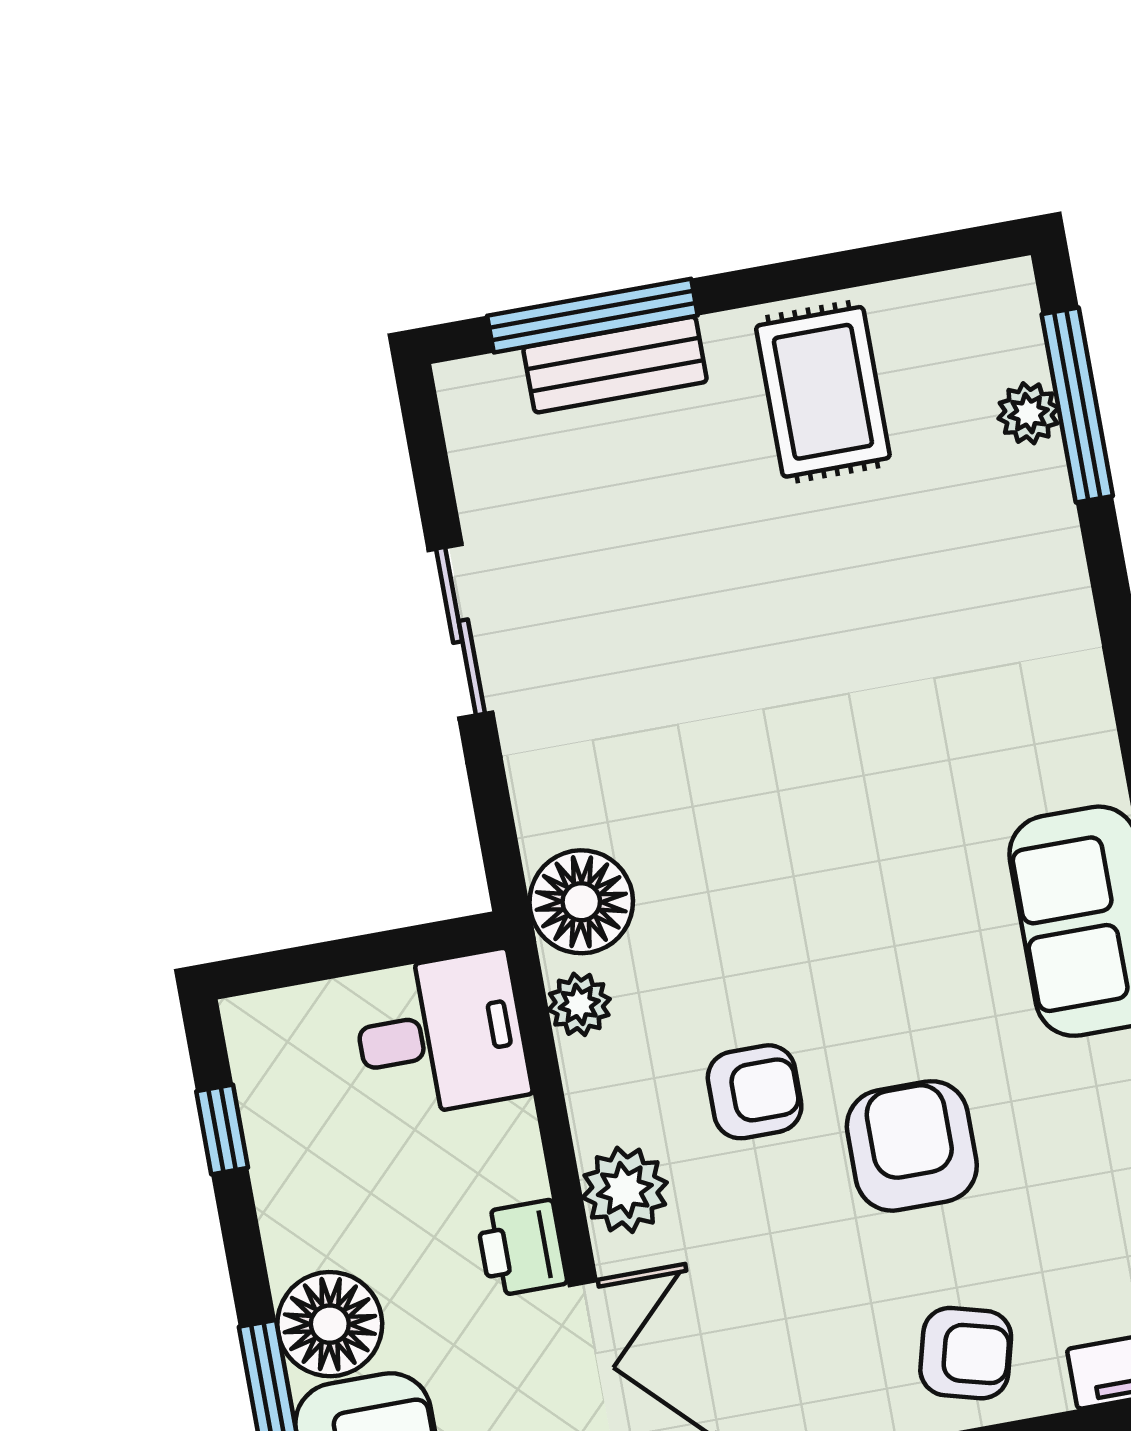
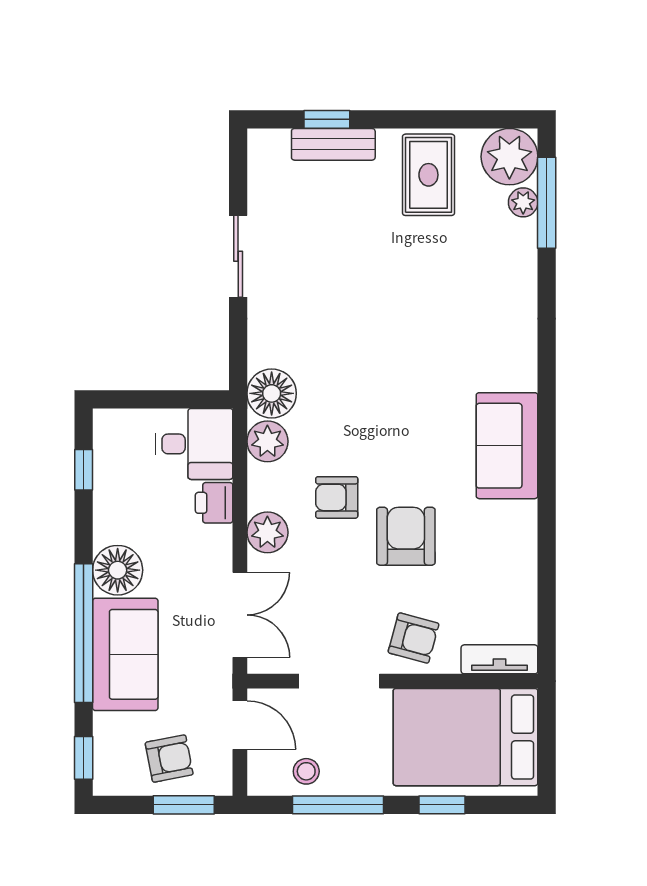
window: (592, 316) -> (327, 119), width x0.46
plant: (983, 324) -> (509, 157), added
plant: (579, 1004) -> (267, 441), width x1.38, depth x1.38
armchair: (755, 1092) -> (337, 497), turned 180
printer: (522, 1248) -> (214, 503), moved

